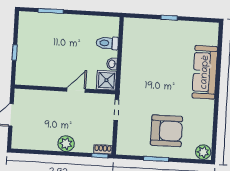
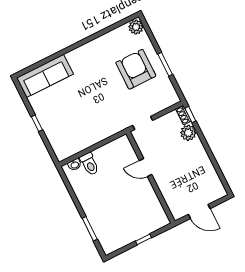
washbasin: (112, 64) -> (75, 165), moved
sofa: (205, 72) -> (45, 76), moved
shower: (106, 80) -> (122, 146), removed
plant: (66, 144) -> (188, 133), moved

